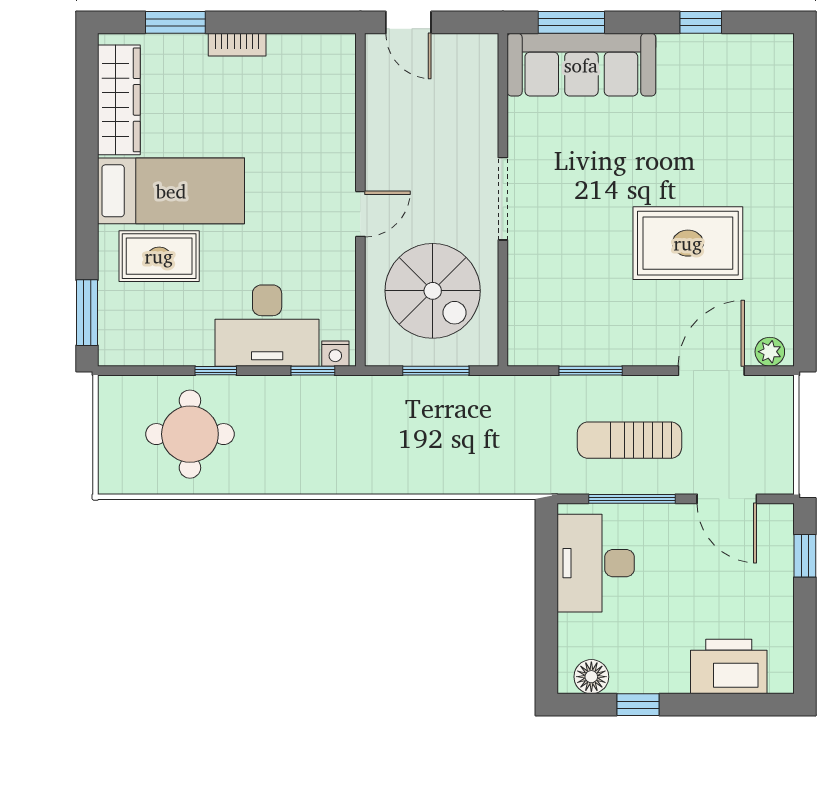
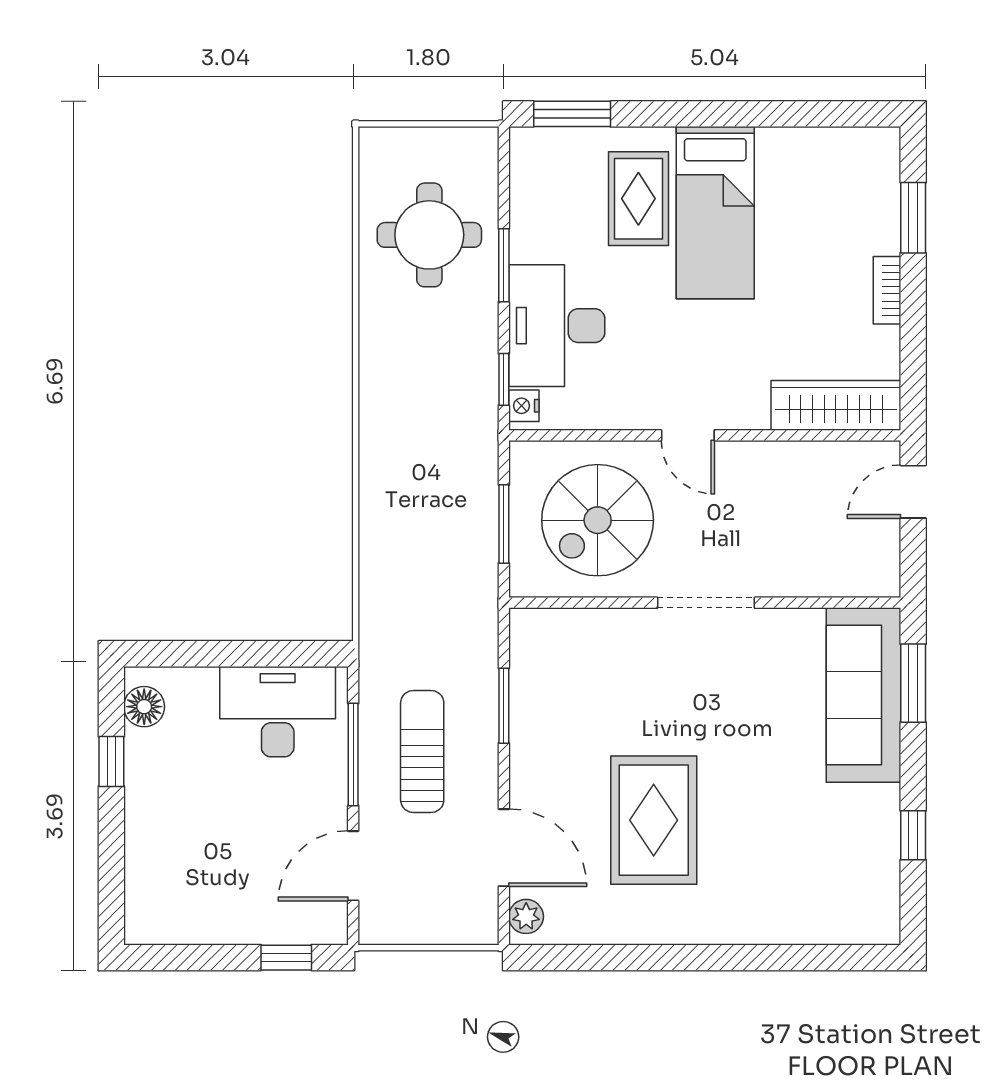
wardrobe: (119, 100) -> (836, 405), moved, turned 180
window: (216, 371) -> (504, 265), width x1.50
printer: (729, 667) -> (156, 868), removed

